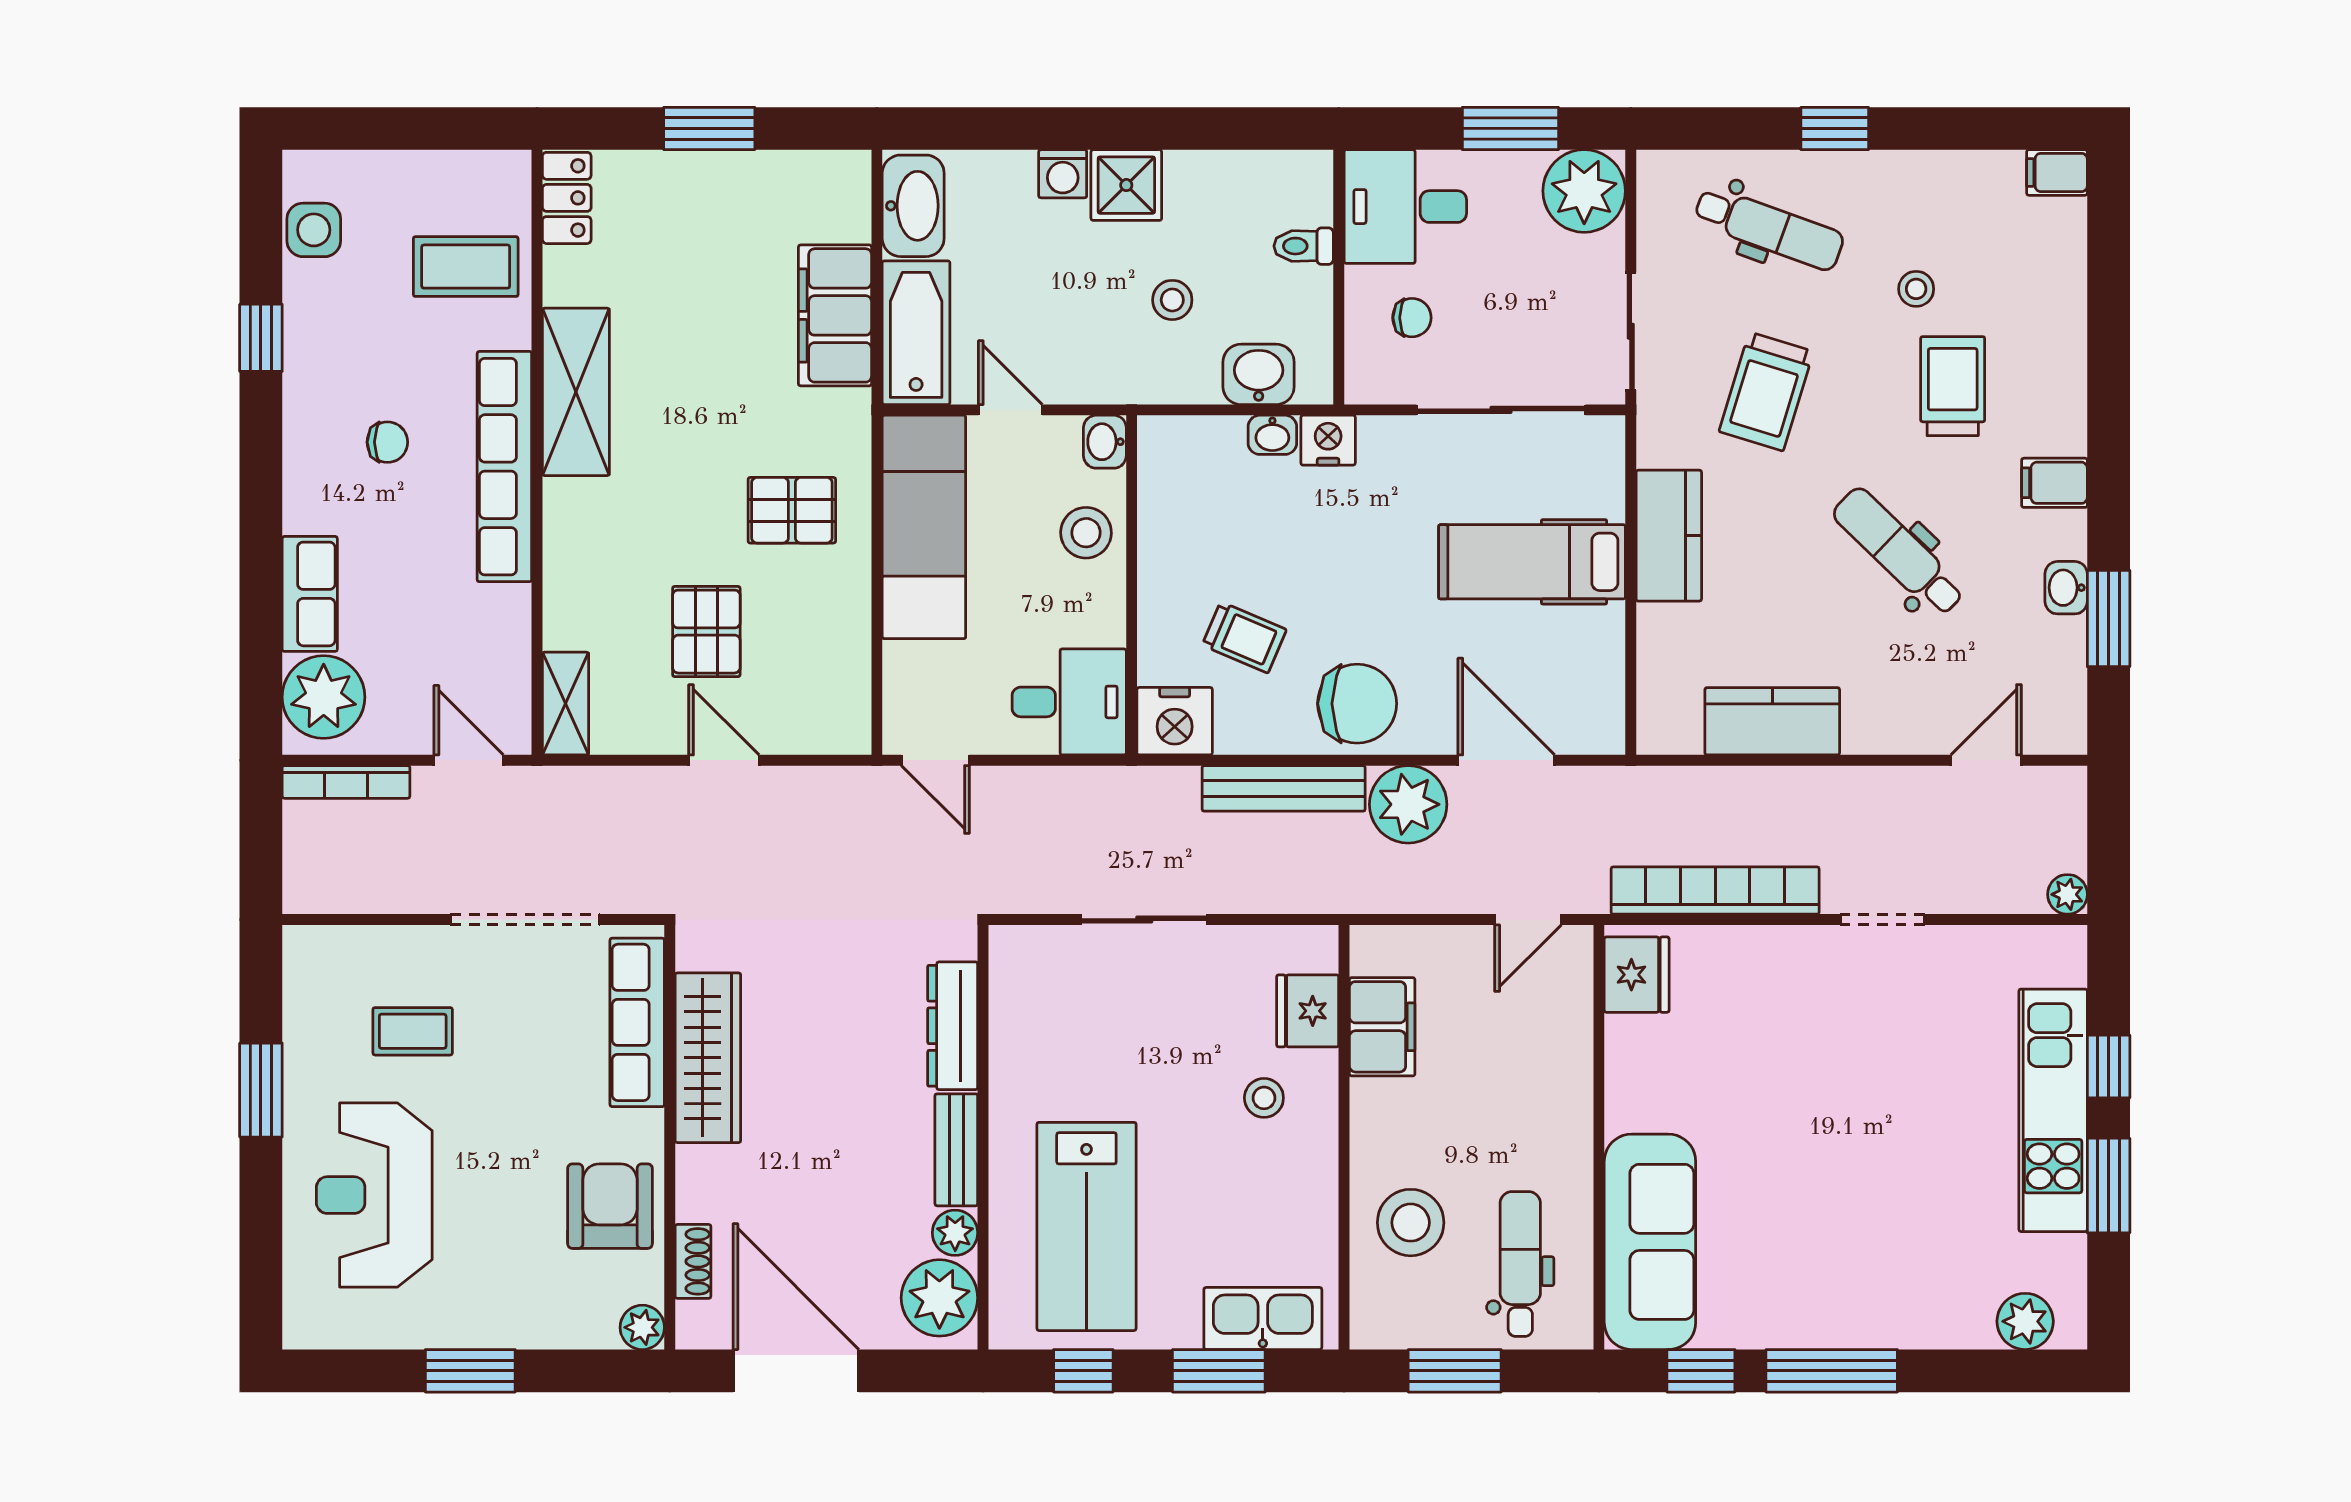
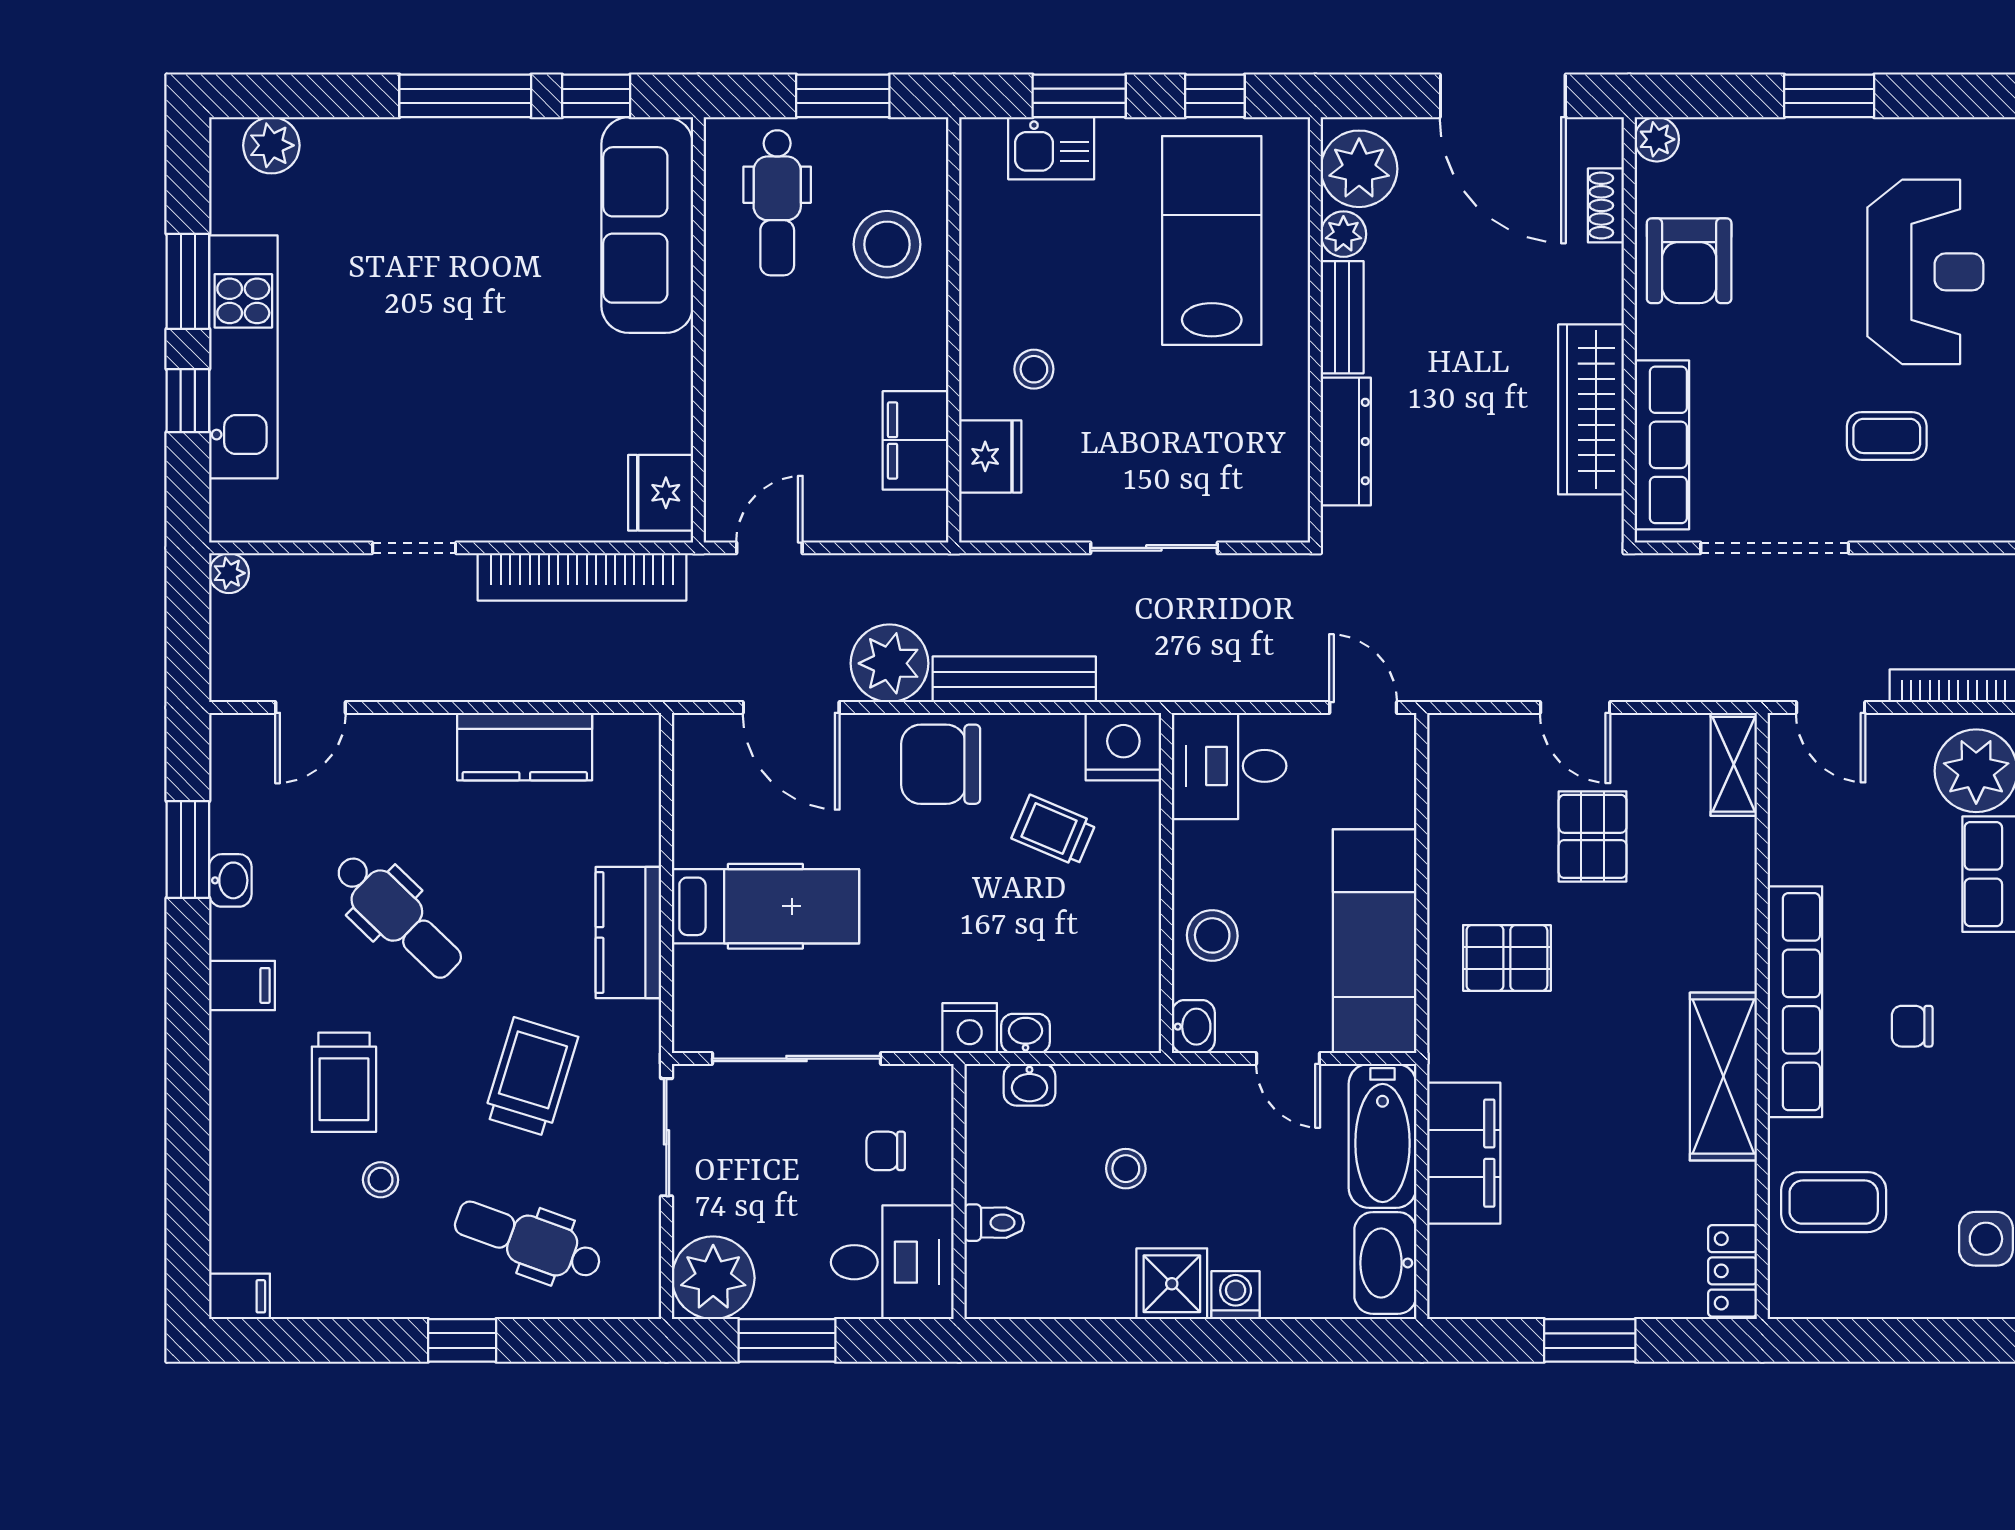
washbasin: (1259, 374) -> (1029, 1085), width x0.72, depth x0.69
kitchen sink: (1263, 1318) -> (1051, 148), width x0.73

